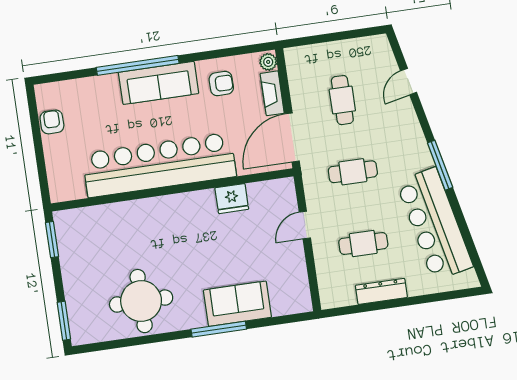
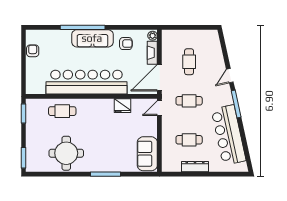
door: (409, 82) -> (230, 76), moved
cafe table: (122, 225) -> (62, 111), added
door: (305, 225) -> (159, 108), moved
sofa: (237, 304) -> (147, 154), moved, turned -90

